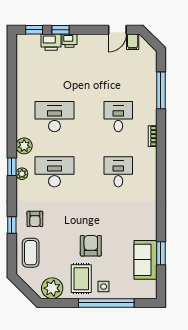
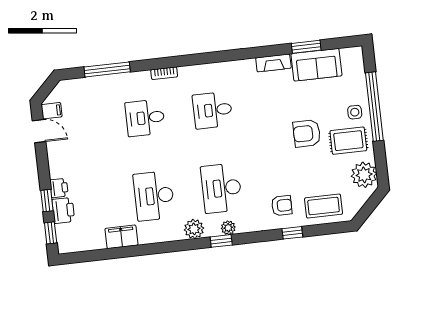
filing cabinet: (24, 87) -> (121, 237), added
fireplace: (151, 225) -> (273, 63), added

